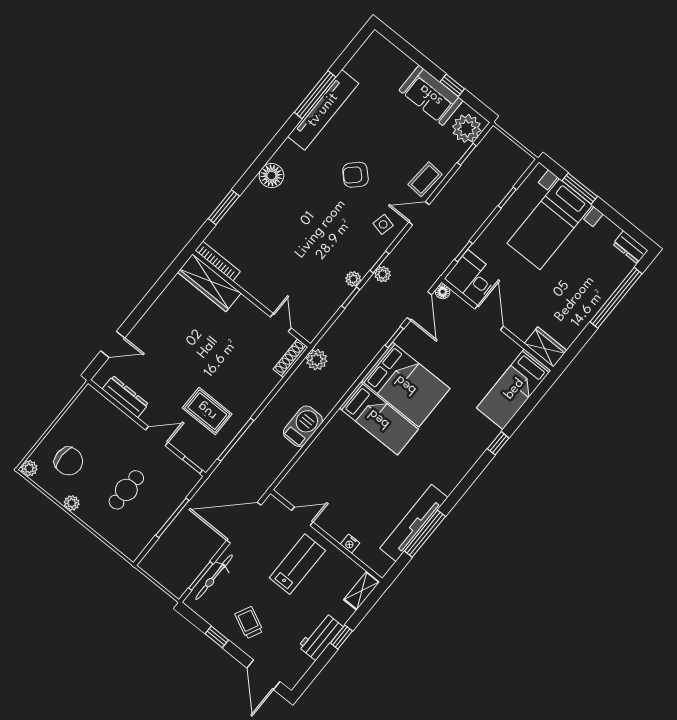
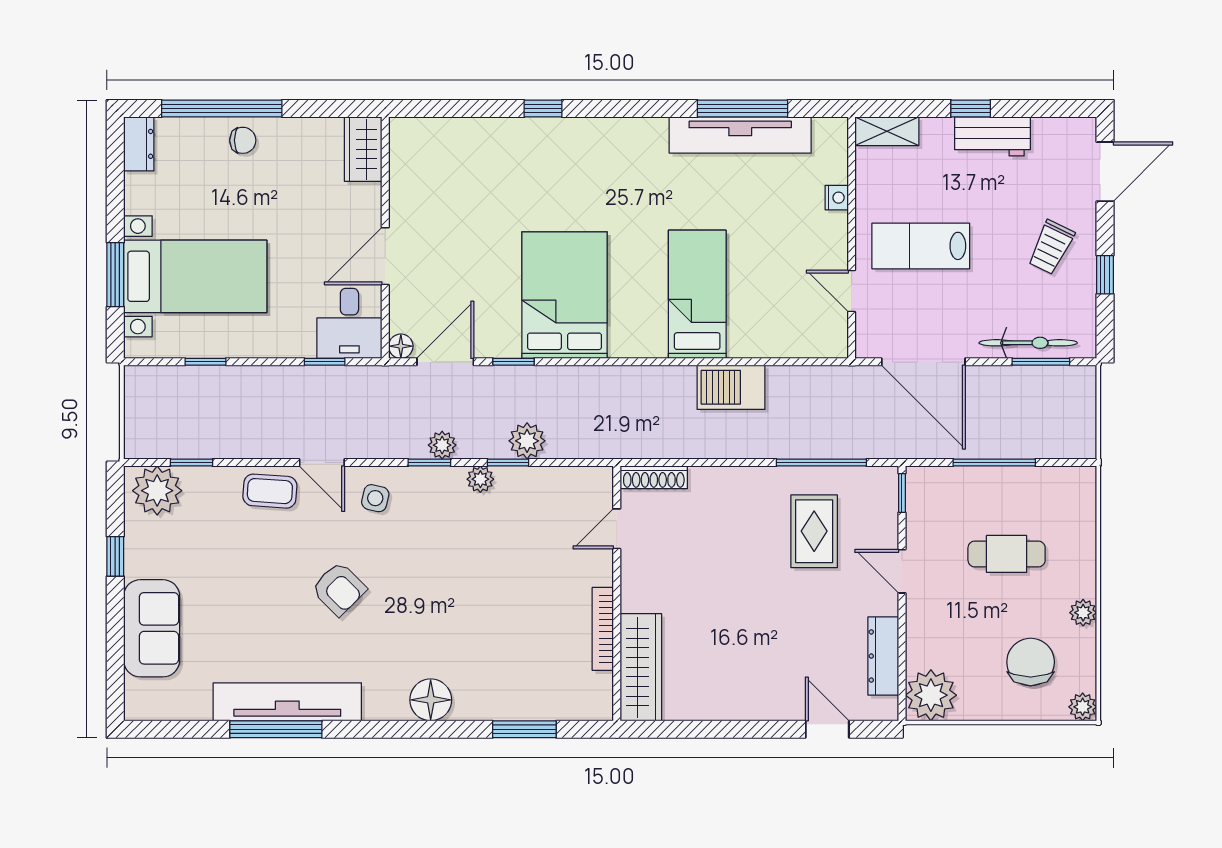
sofa: (431, 95) -> (152, 628), moved
bookcase: (218, 261) -> (603, 629), moved
chair: (594, 296) -> (243, 140), added
plant: (317, 360) -> (527, 441), moved
bed: (514, 389) -> (454, 146), removed
plant: (90, 404) -> (931, 695), added
bed: (379, 419) -> (697, 294), moved

